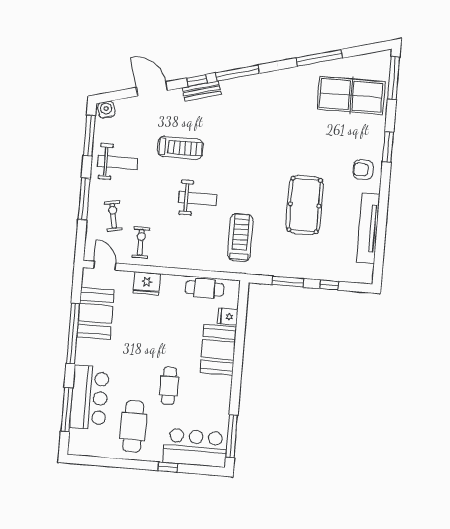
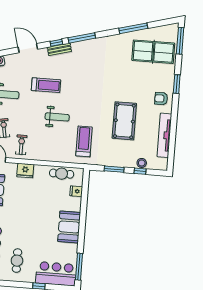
stool: (332, 272) -> (142, 163), added
booth: (218, 350) -> (69, 227), moved
cafe table: (169, 386) -> (39, 235), removed
cafe table: (133, 426) -> (17, 261), width x0.73, depth x0.74

